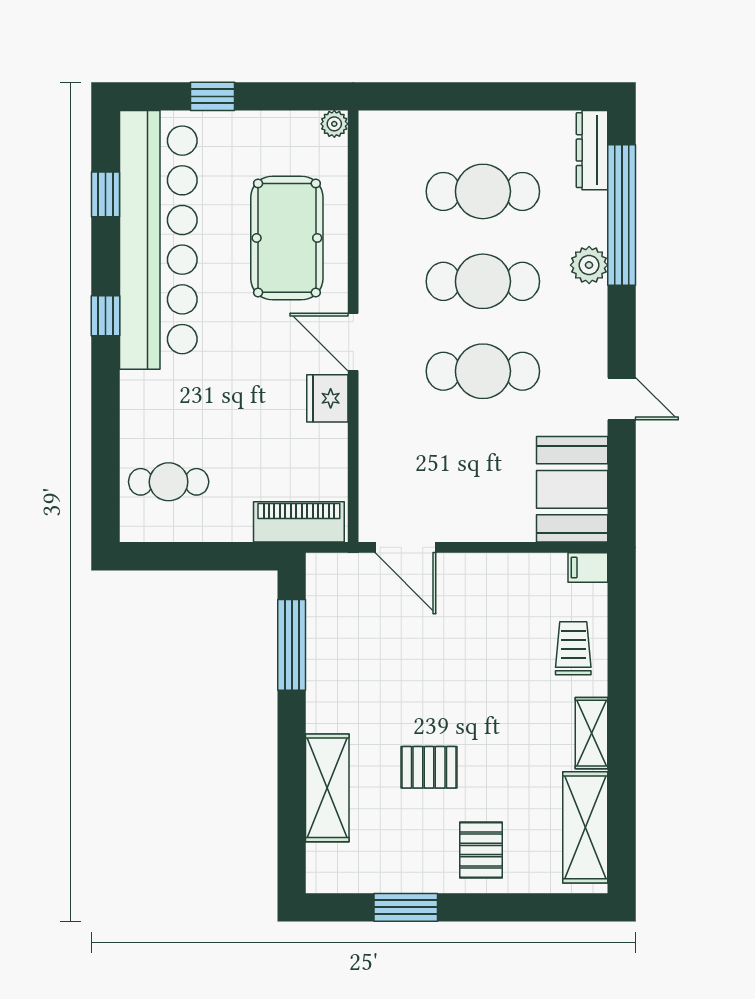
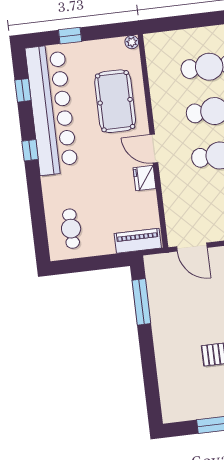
cafe table: (169, 482) -> (71, 229), turned 90
shelving: (327, 788) -> (167, 370), removed

